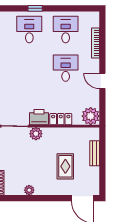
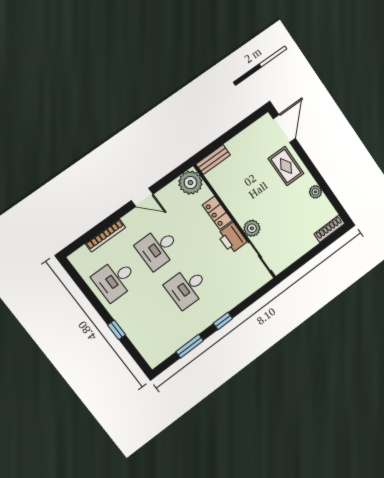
desk: (29, 30) -> (187, 287), moved
door: (102, 81) -> (142, 197), hinge flipped
bench: (95, 153) -> (213, 160), moved
rug: (65, 166) -> (286, 166), moved, turned 90

